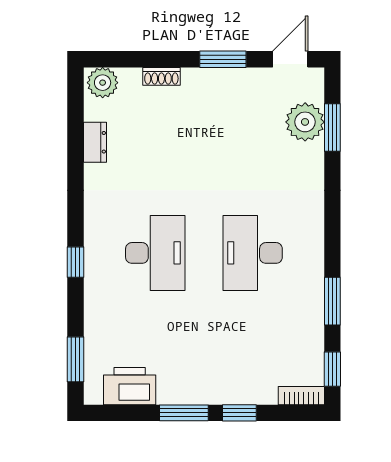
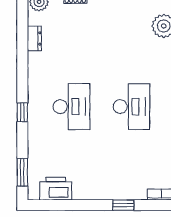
desk: (253, 253) -> (131, 107), turned 180
window: (184, 413) -> (89, 205), removed

